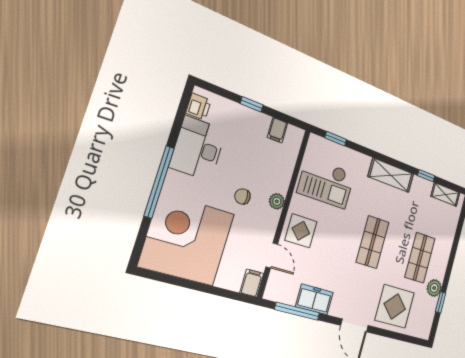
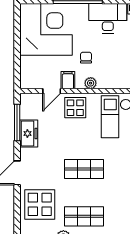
filing cabinet: (252, 283) -> (68, 80), moved, turned -90

